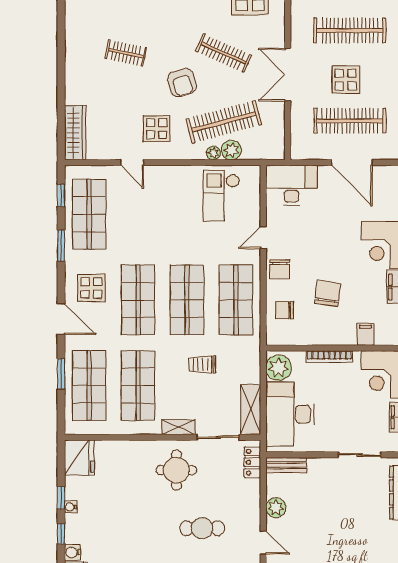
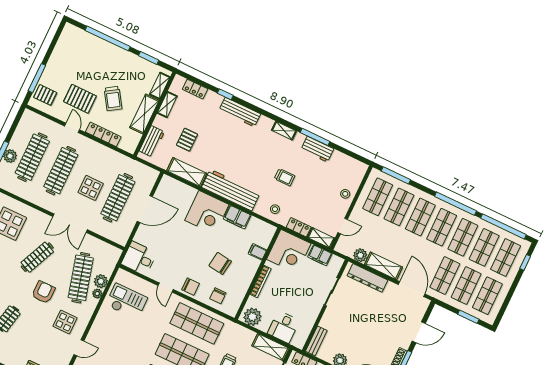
armchair: (182, 83) -> (43, 292), turned -73
desk: (292, 185) -> (139, 258), width x0.73
checkout: (221, 196) -> (127, 301), turned 180
desk: (290, 414) -> (284, 327), width x0.53, depth x0.77

